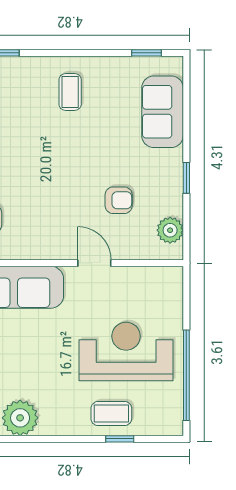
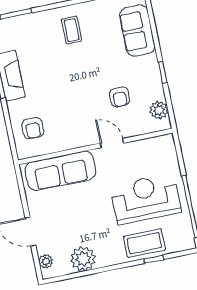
armchair: (119, 200) -> (120, 97), turned 90
coffee table: (111, 414) -> (144, 243), width x1.36, depth x1.30

